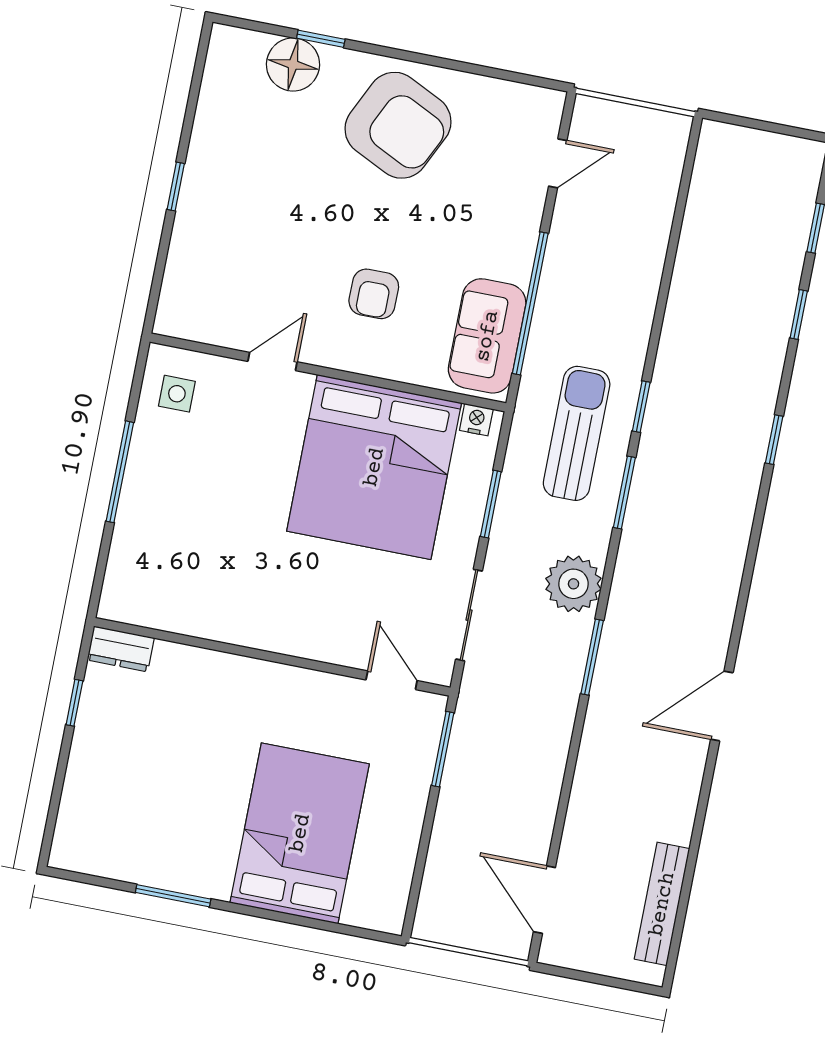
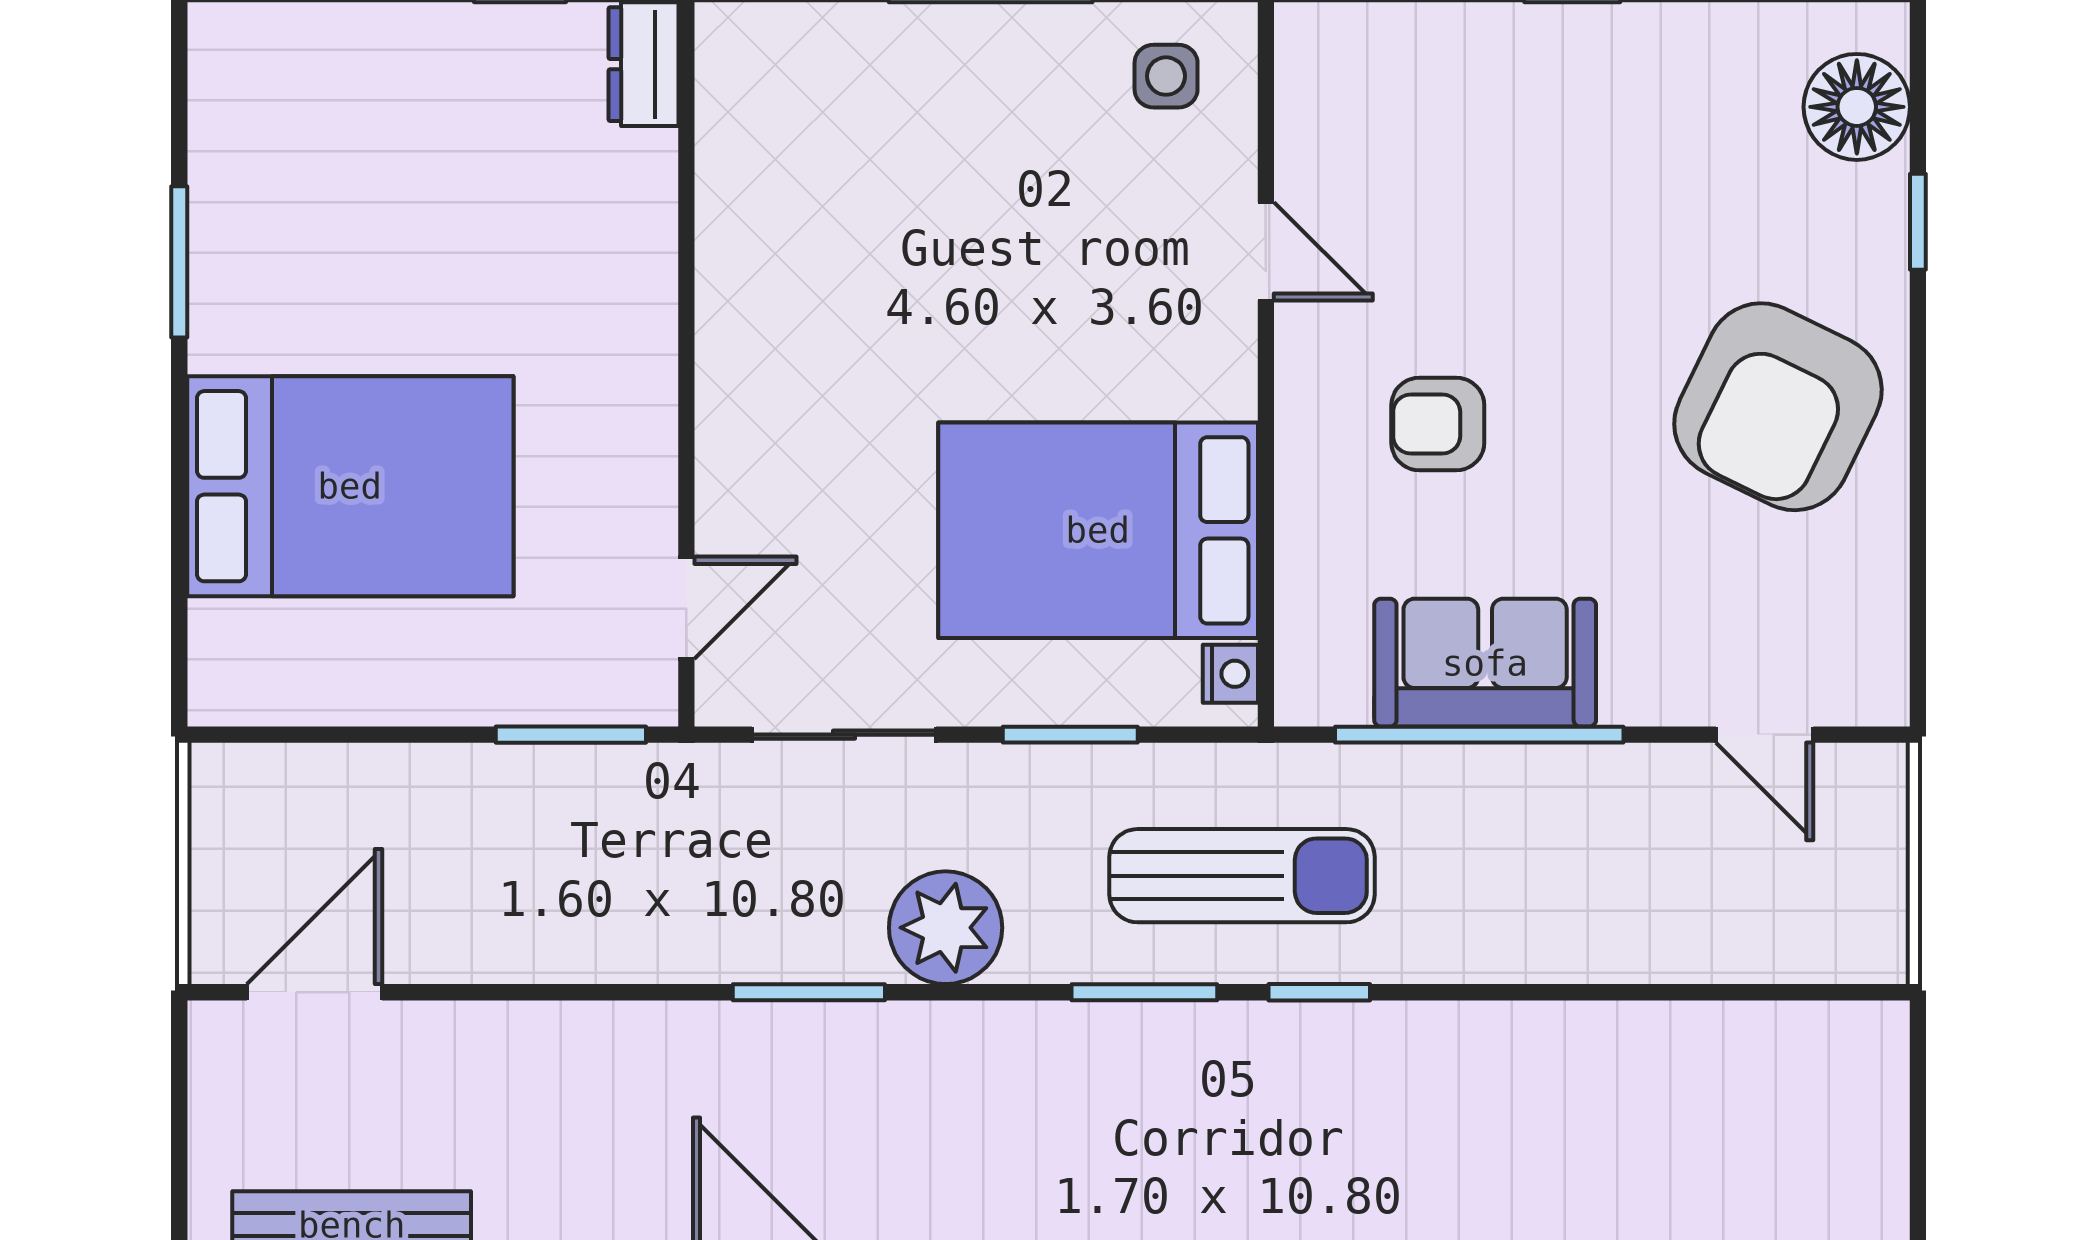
floor lamp: (293, 65) -> (1857, 107), moved
sofa: (487, 336) -> (1485, 663), moved
bed: (374, 467) -> (1098, 530), width x0.73

